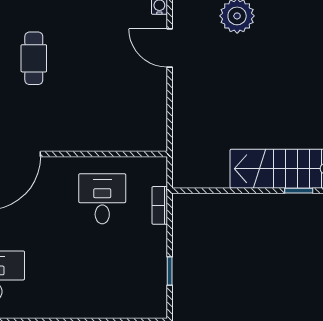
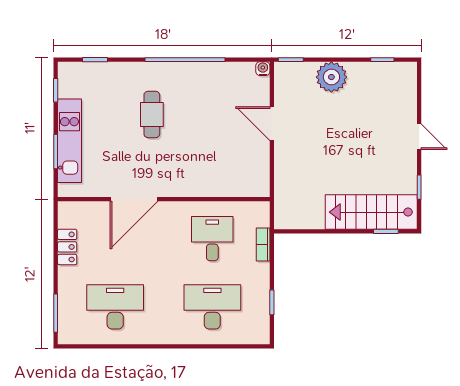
door: (170, 48) -> (272, 124), moved
desk: (102, 276) -> (212, 307), added

